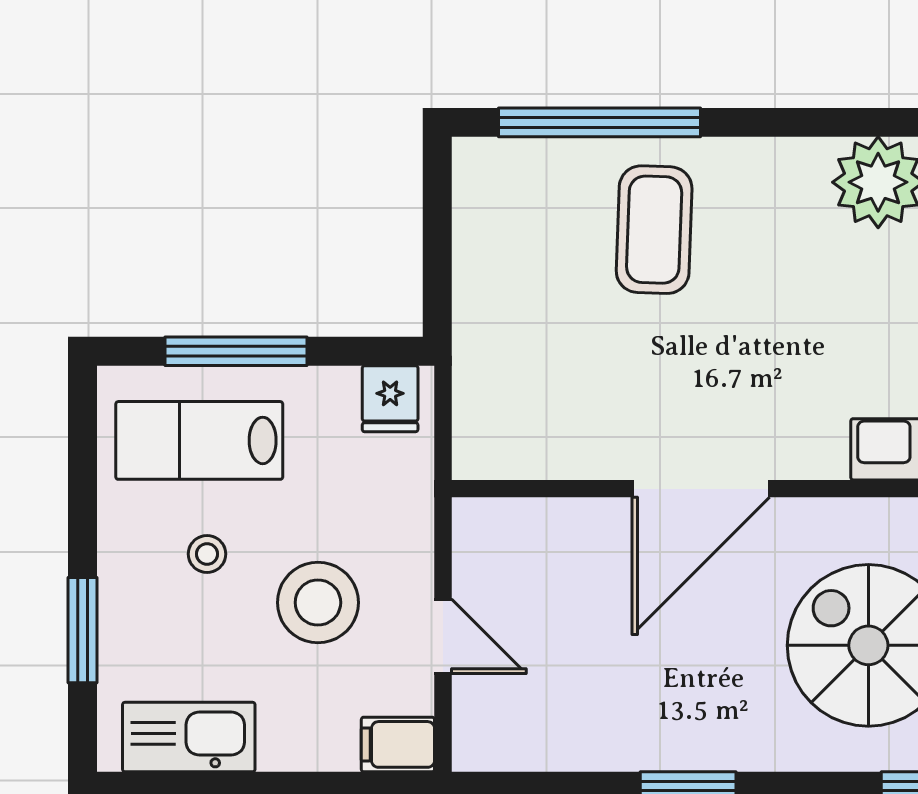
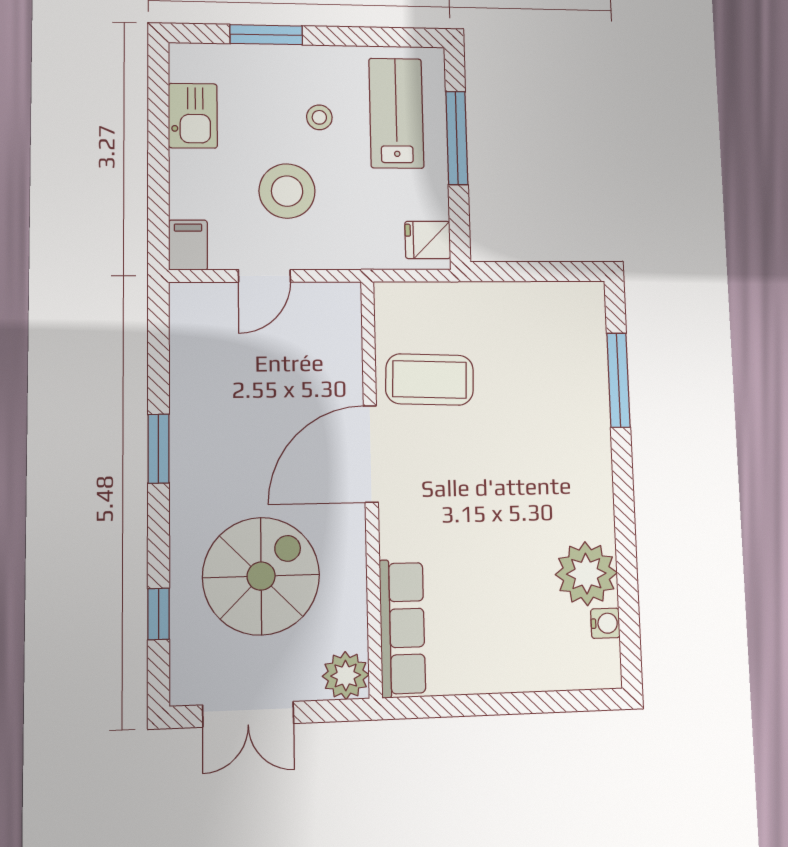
window: (599, 122) -> (618, 380), width x0.68
coffee table: (654, 230) -> (430, 379), moved
door: (701, 489) -> (371, 454), hinge flipped
kitchen sink: (189, 737) -> (193, 116), width x0.73

